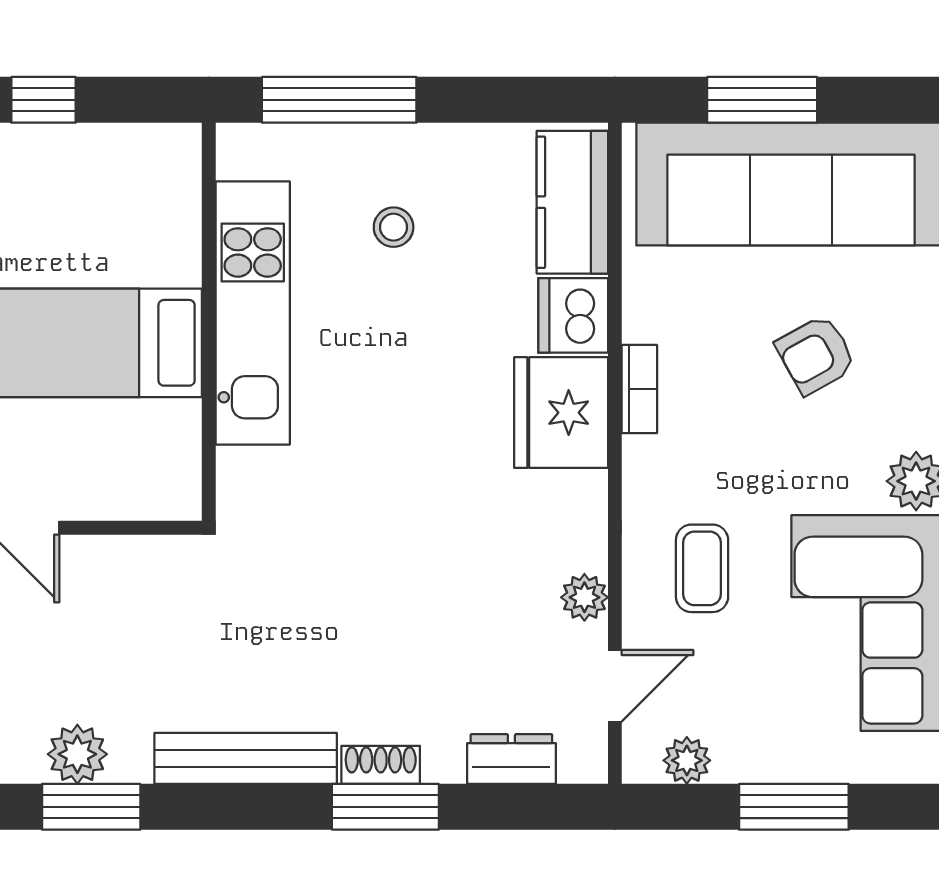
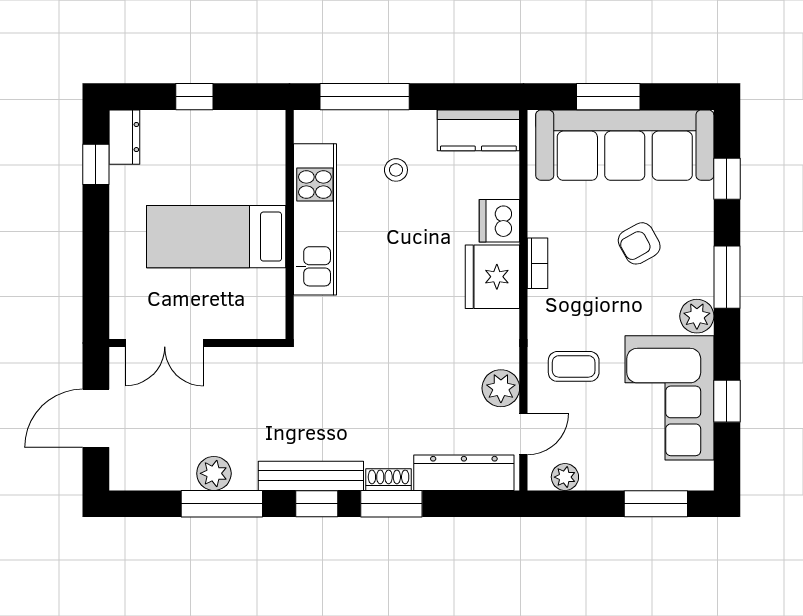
kitchen counter: (572, 202) -> (478, 130), moved, turned -90
coffee table: (702, 568) -> (574, 366), turned 90
plant: (584, 597) -> (501, 388), width x1.38, depth x1.38
dresser: (511, 759) -> (464, 473), width x1.96, depth x1.24
window: (91, 807) -> (222, 504), width x1.44
window: (256, 807) -> (317, 504), added
window: (794, 807) -> (656, 504), moved

